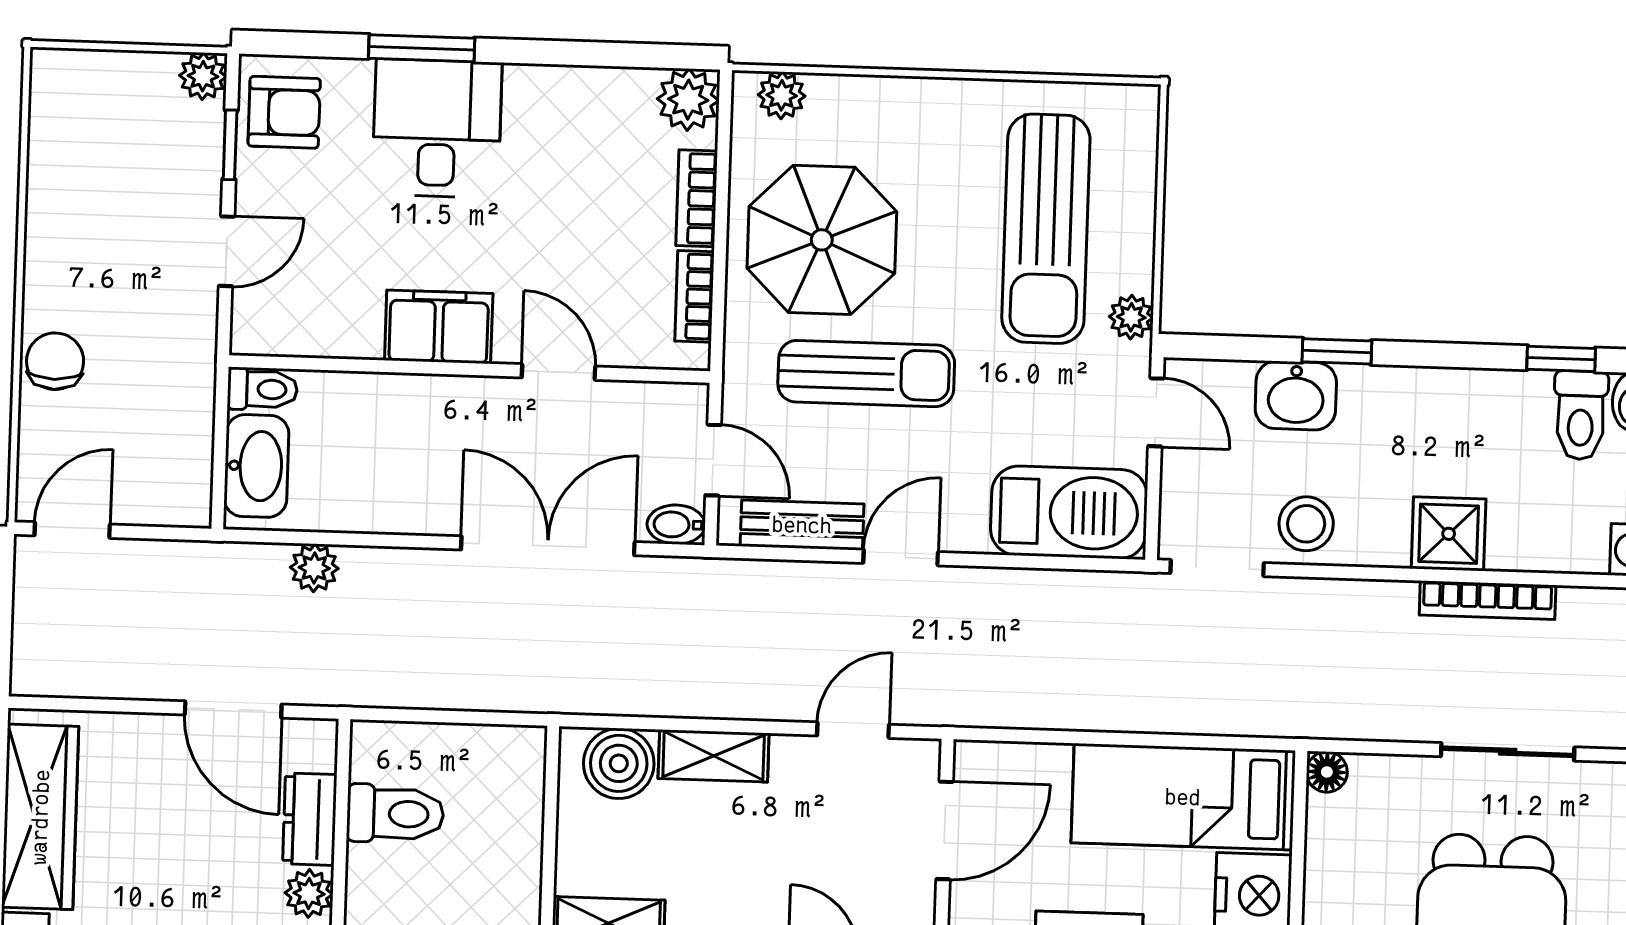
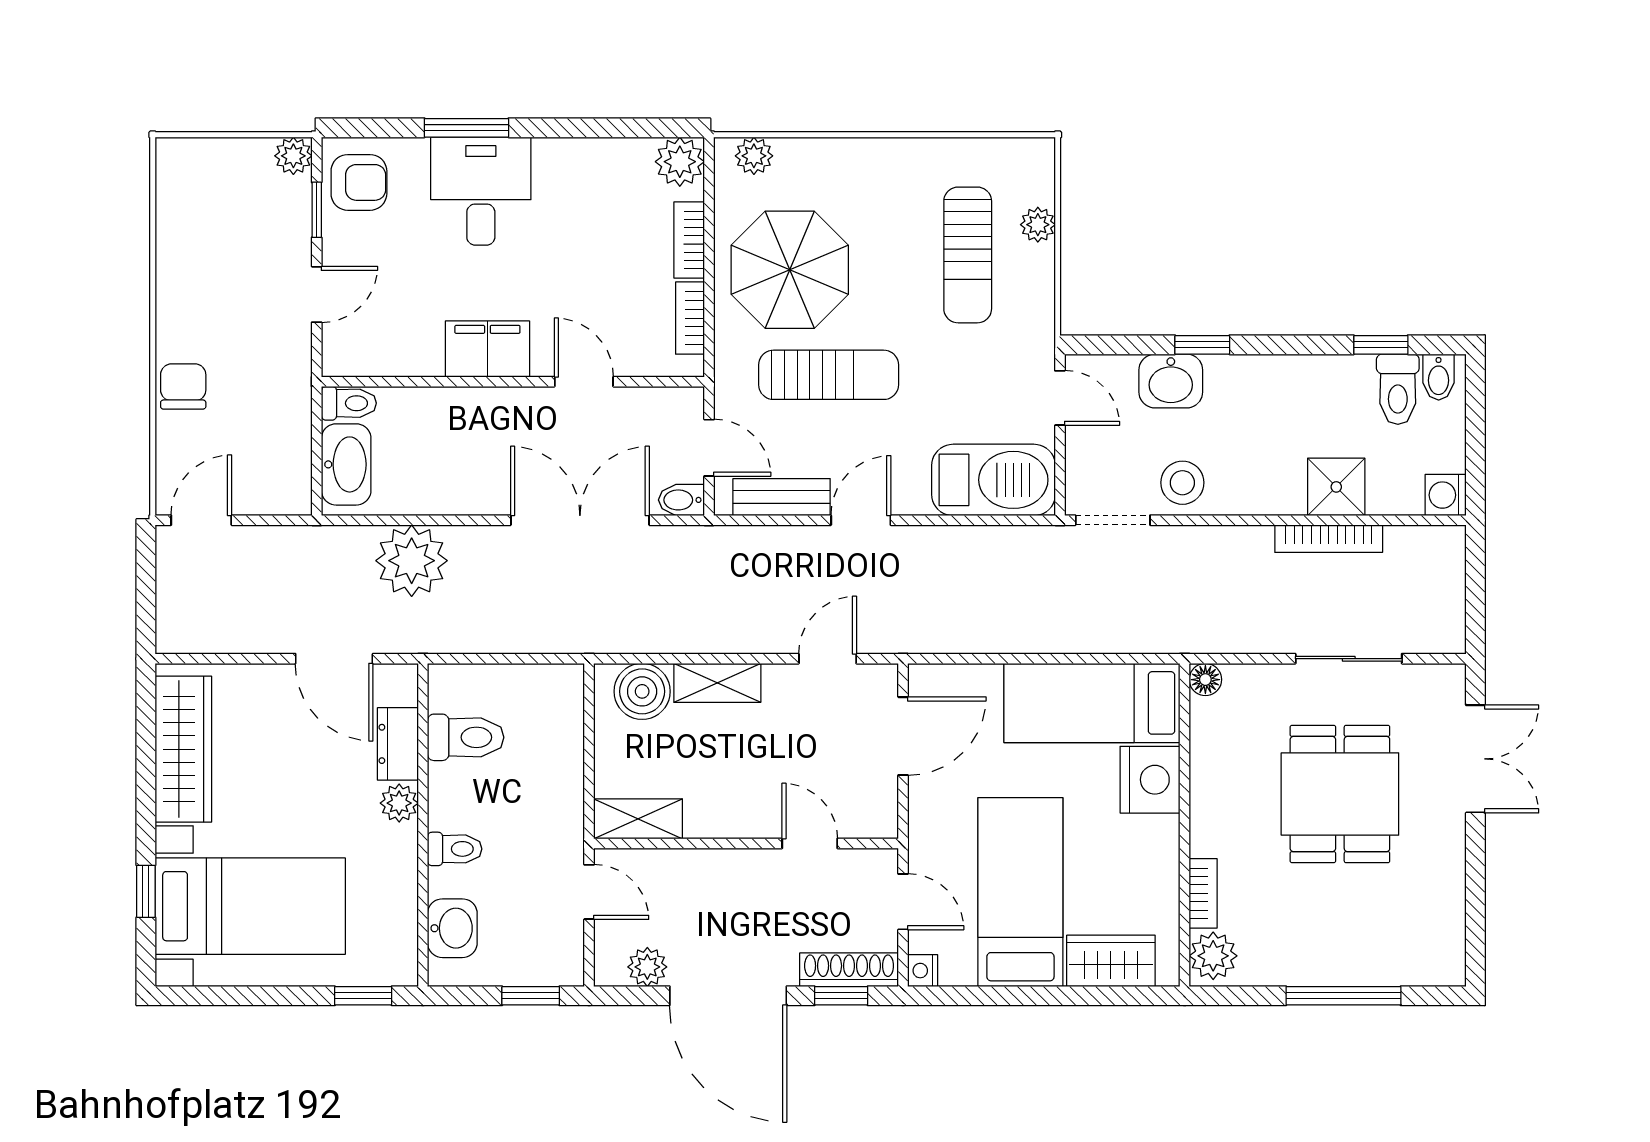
sun lounger: (1046, 229) -> (968, 255), width x0.73, depth x0.75
plant: (1131, 317) -> (1038, 225), moved
shower: (1449, 534) -> (1336, 487), moved
plant: (314, 568) -> (412, 561), width x1.88, depth x1.88

